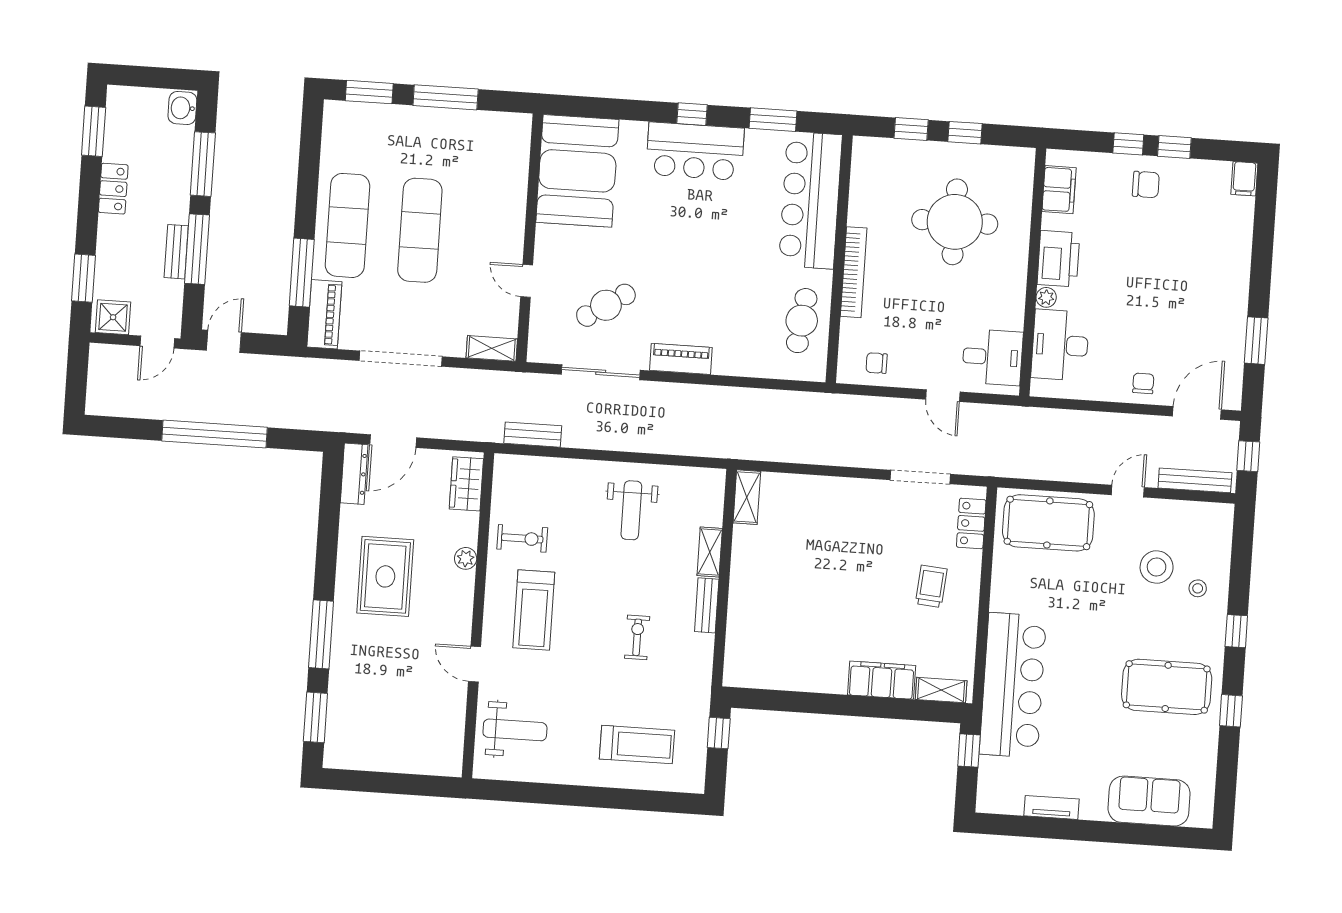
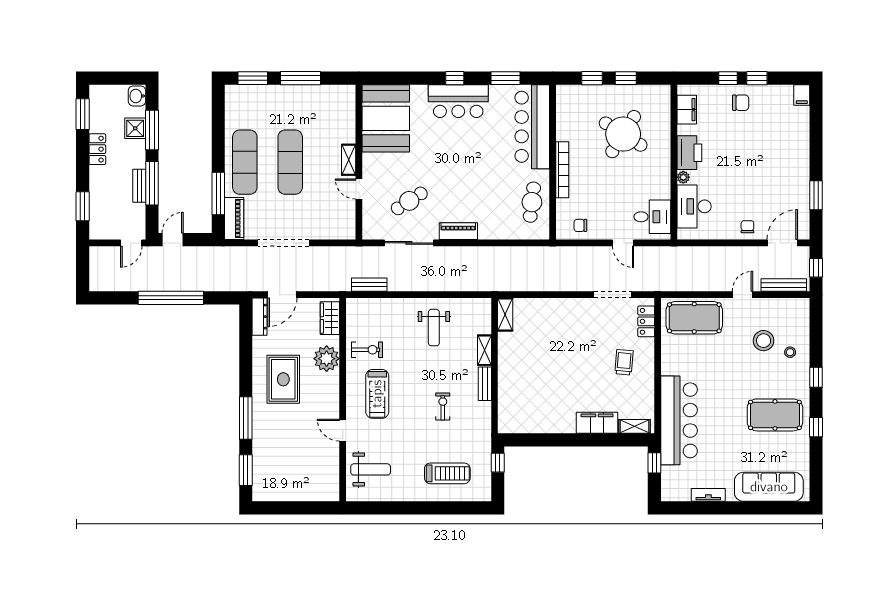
round table: (955, 222) -> (623, 134), turned 32
shower: (113, 317) -> (135, 128), moved
shelving: (492, 348) -> (349, 160), moved, turned 90
plant: (466, 558) -> (327, 359), width x1.88, depth x1.88
sofa: (1149, 801) -> (769, 487), width x1.36

